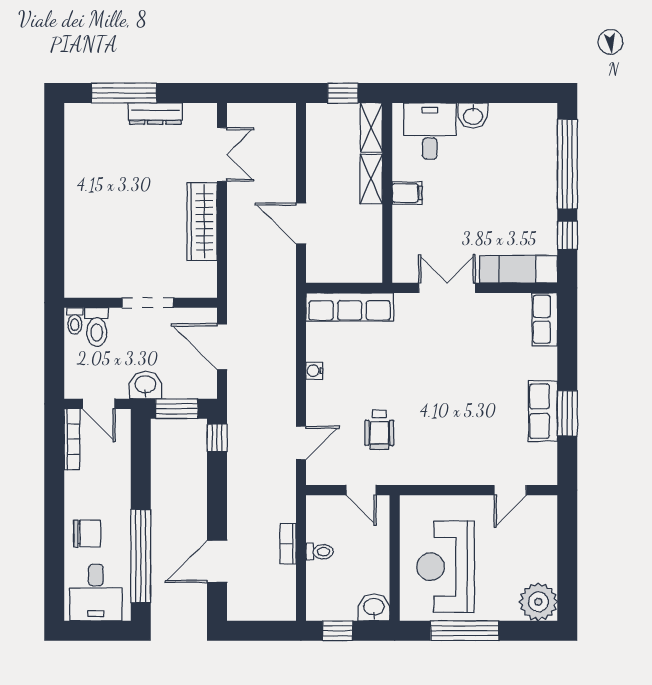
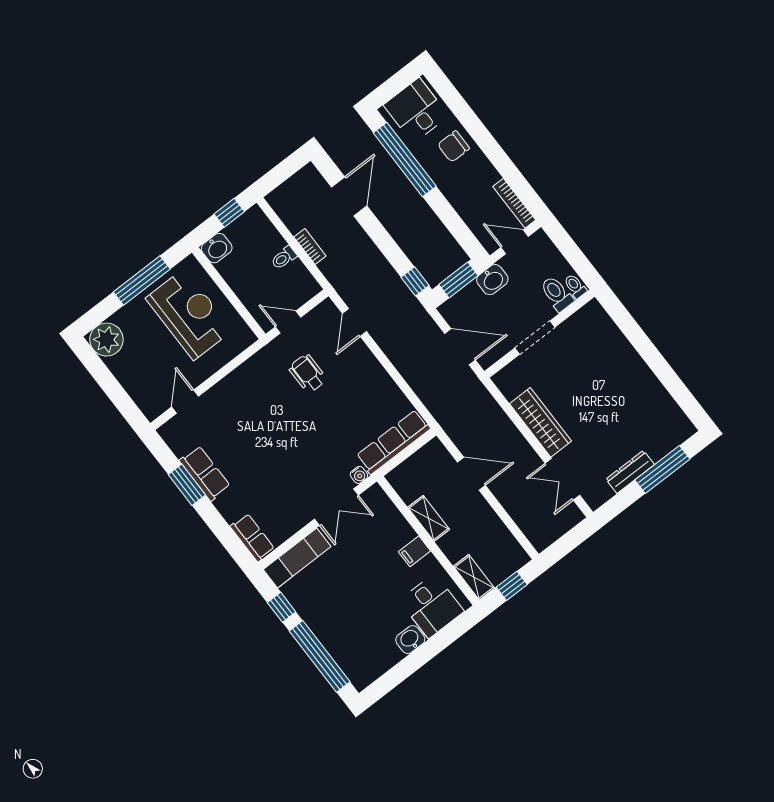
shelving: (371, 179) -> (429, 518), moved
water cooler: (314, 371) -> (359, 475), moved, turned 90

